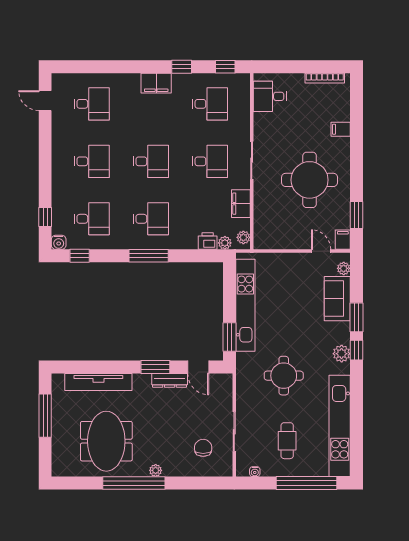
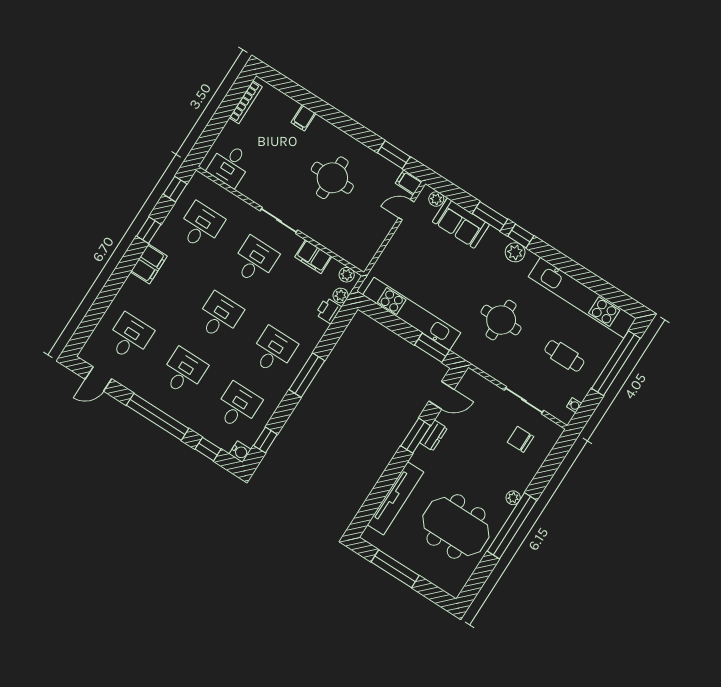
window: (45, 163) -> (158, 417), added
round table: (310, 180) -> (332, 178), width x0.73, depth x0.73
dresser: (170, 380) -> (434, 435), width x0.70

